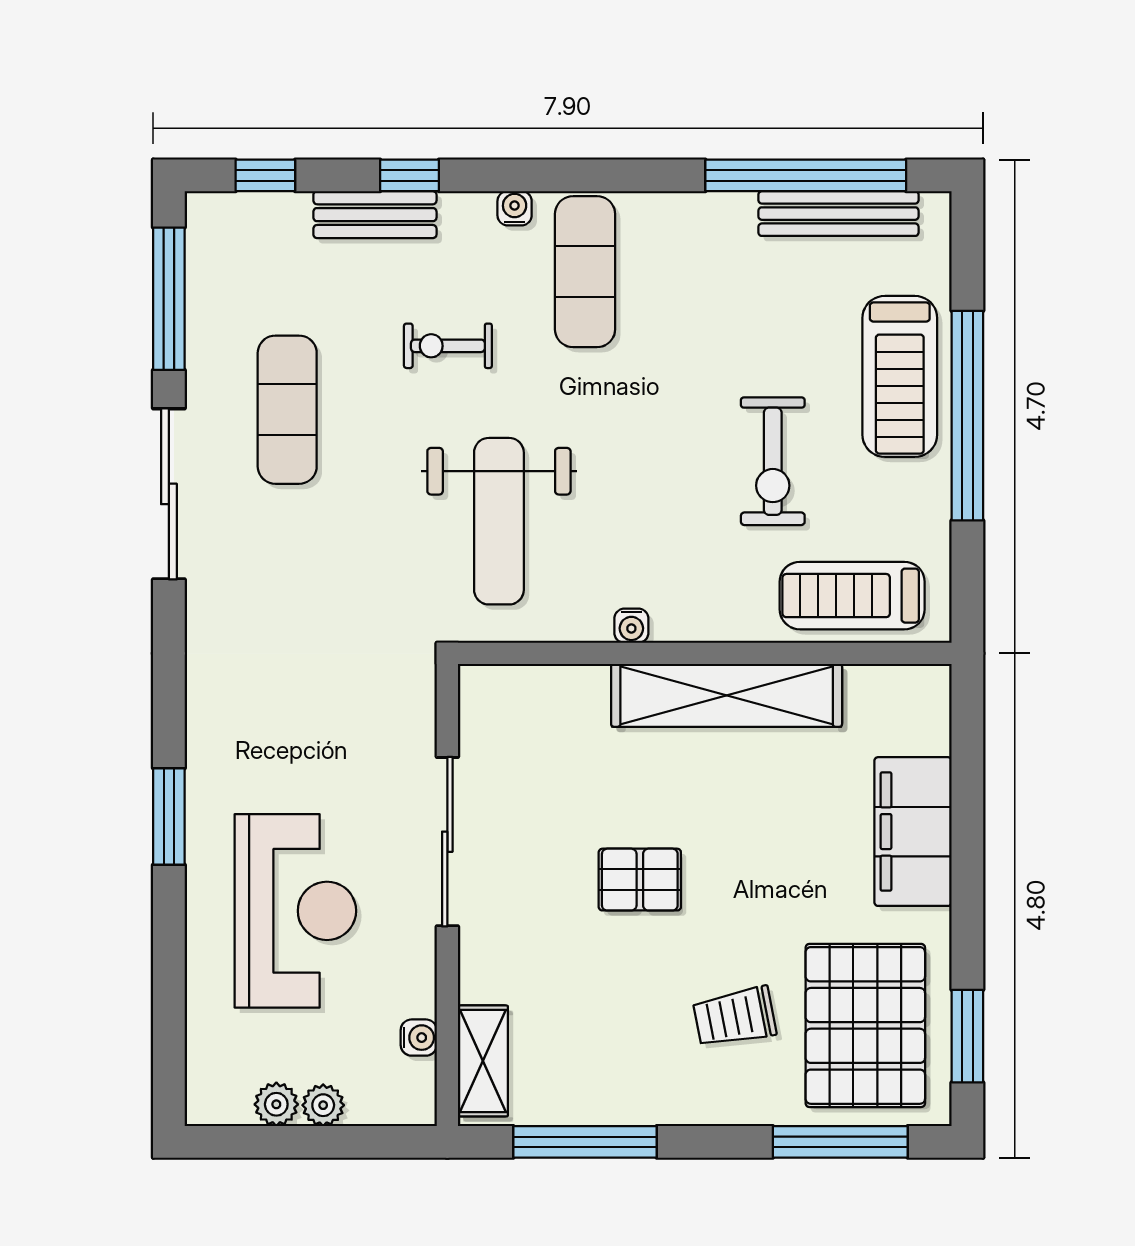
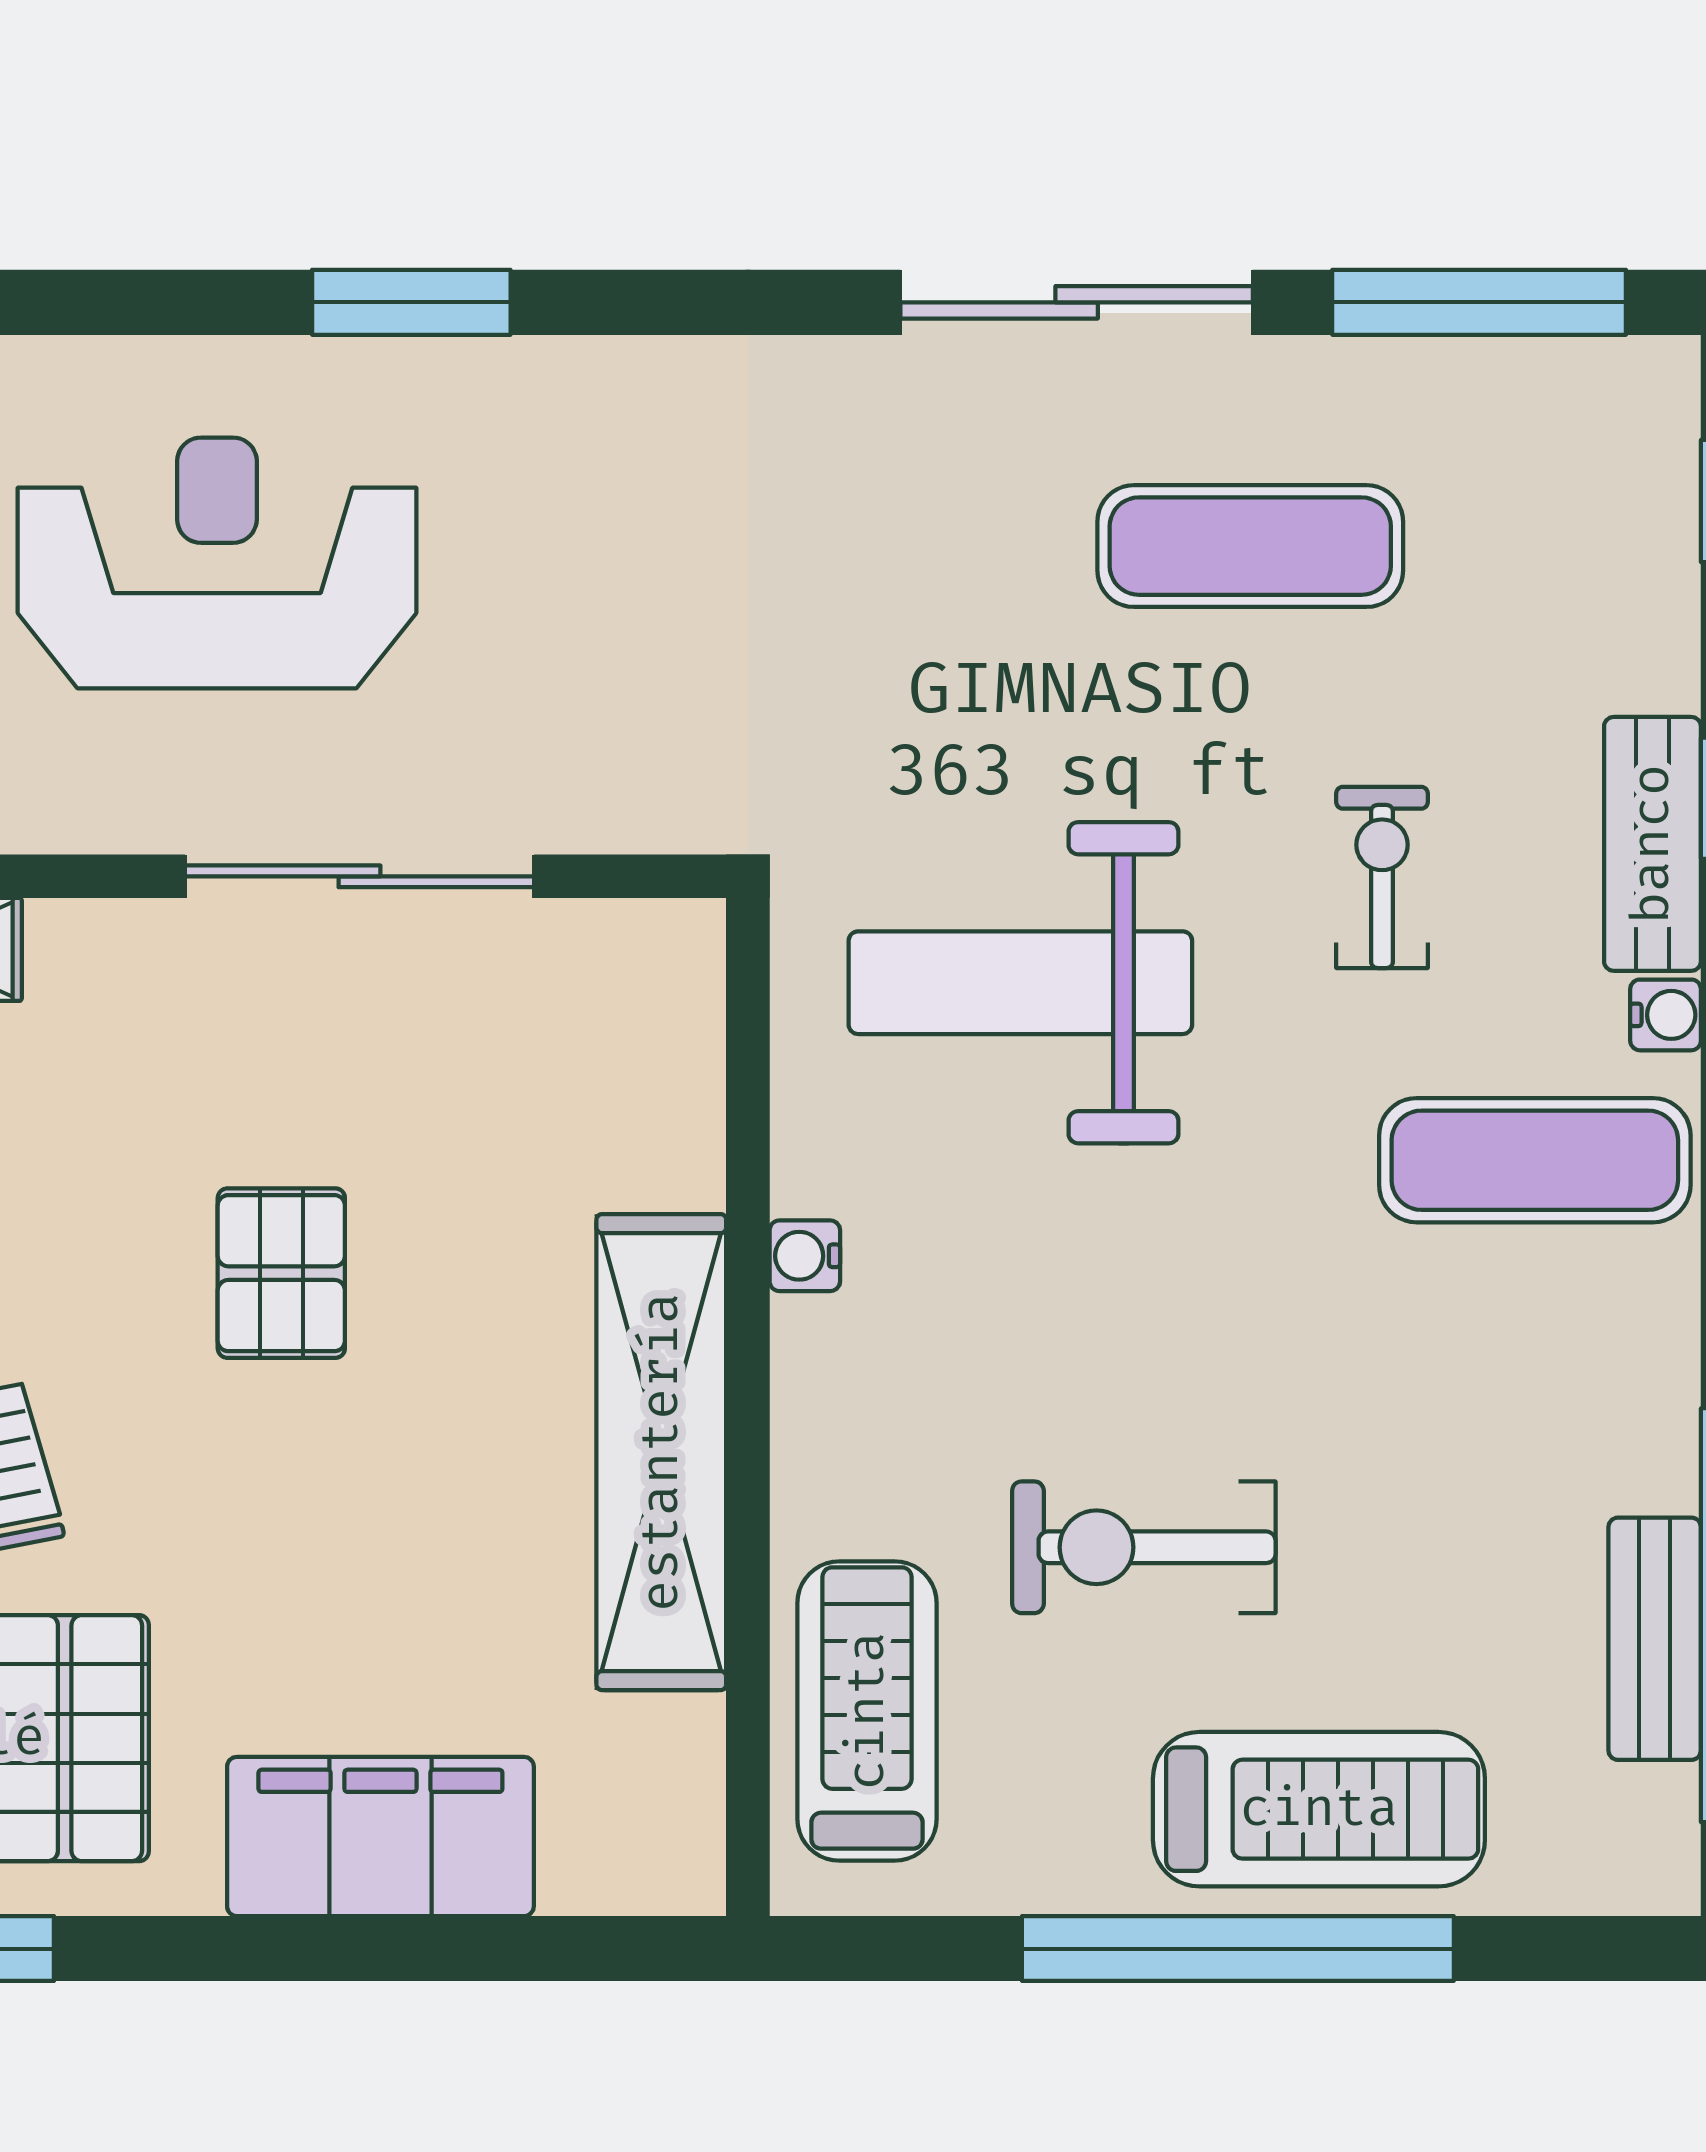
bench: (838, 214) -> (1655, 1639), width x0.73
bench: (375, 215) -> (1652, 844), moved
treadmill: (900, 376) -> (1319, 1809), turned 180
reception desk: (295, 911) -> (217, 563), turned 180

